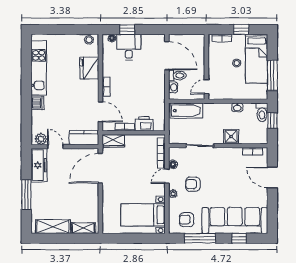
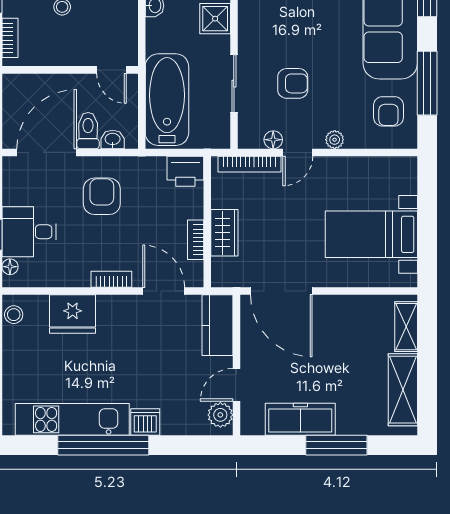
armchair: (146, 82) -> (102, 196), added
window: (26, 83) -> (103, 445), added
bathtub: (186, 111) -> (167, 100), width x1.36, depth x1.36
door: (100, 112) -> (164, 291), hinge flipped
printer: (144, 124) -> (185, 171), moved, turned -90
wardrobe: (113, 141) -> (224, 233), moved
freezer: (39, 165) -> (300, 419), moved
door: (167, 176) -> (298, 152), hinge flipped
armchair: (193, 184) -> (293, 83), moved, turned -90
bed with nightstands: (143, 215) -> (371, 234), moved, turned 90

